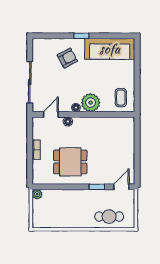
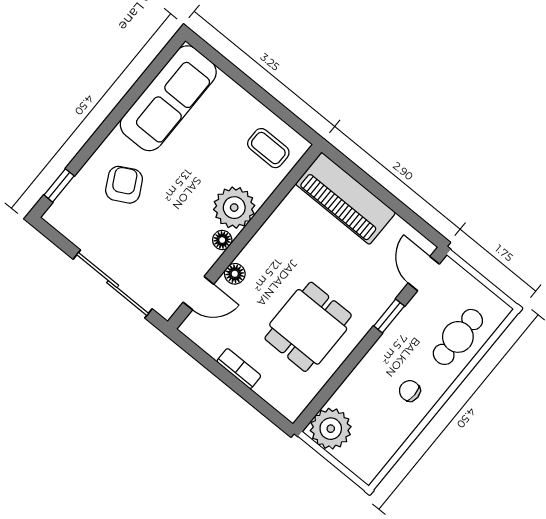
window: (81, 36) -> (59, 185), moved
door: (51, 114) -> (198, 293), swing flipped
piano: (125, 138) -> (345, 198), added
plant: (37, 194) -> (331, 429), width x1.88, depth x1.88
chair: (77, 215) -> (410, 391), added

